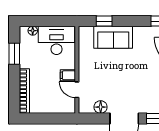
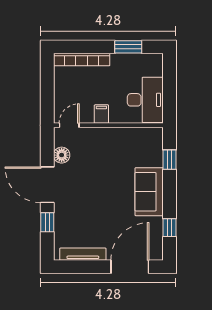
floor lamp: (33, 31) -> (157, 70), removed
sofa: (113, 37) -> (149, 192), moved
door: (77, 90) -> (69, 125), moved

